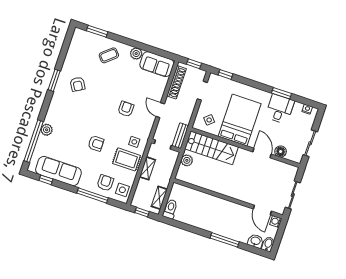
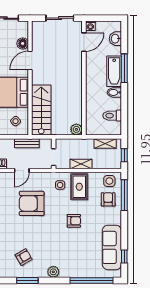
armchair: (126, 109) -> (32, 203), width x1.88, depth x1.88
plant: (47, 130) -> (53, 272), moved
bench: (180, 136) -> (27, 143), moved
armchair: (96, 143) -> (74, 221), turned 90
plant: (187, 160) -> (76, 129), moved
armchair: (105, 183) -> (108, 199), turned 90
window: (92, 196) -> (124, 195), moved
toilet: (170, 209) -> (112, 116), moved
bathtub: (225, 229) -> (114, 71), added
bidet: (268, 244) -> (114, 92), moved

